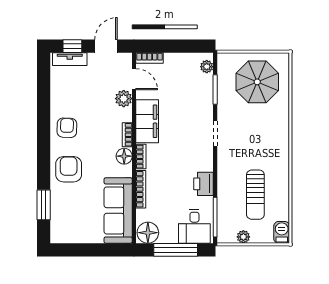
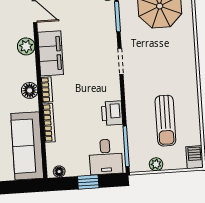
plant: (124, 99) -> (26, 46), moved
bookcase: (127, 135) -> (31, 68), removed
floor lamp: (148, 233) -> (59, 172), width x0.53, depth x0.53
window: (176, 250) -> (88, 182), width x0.46

